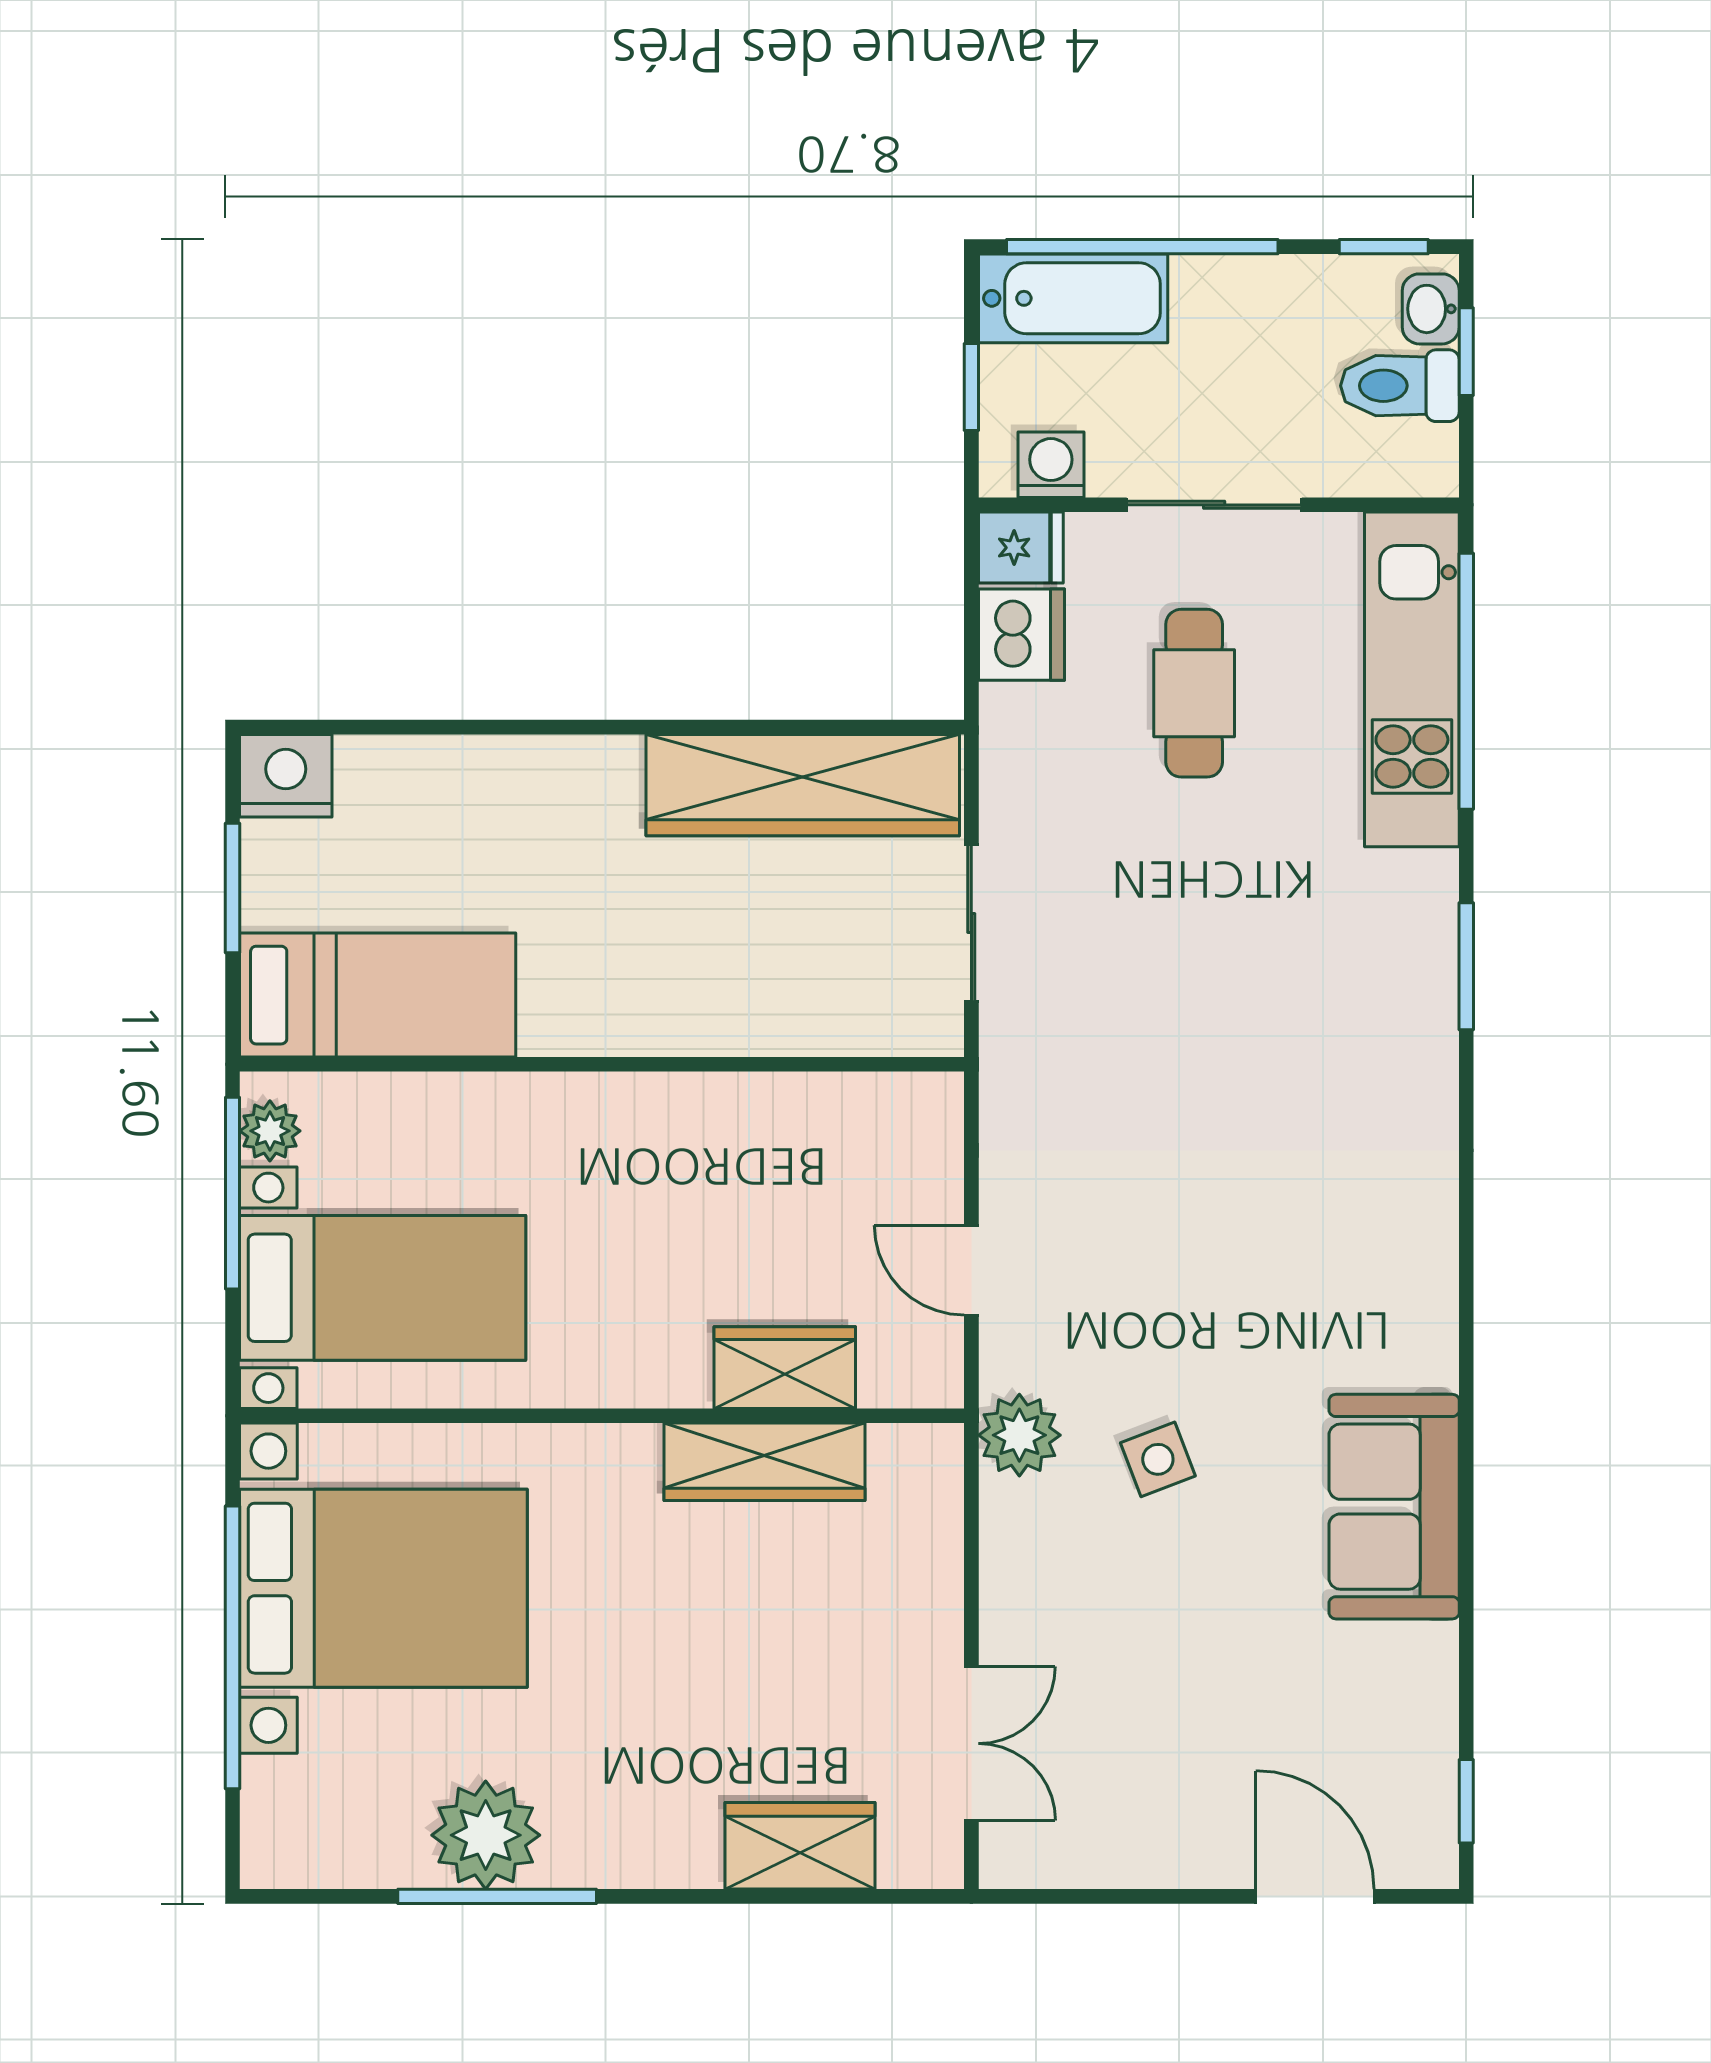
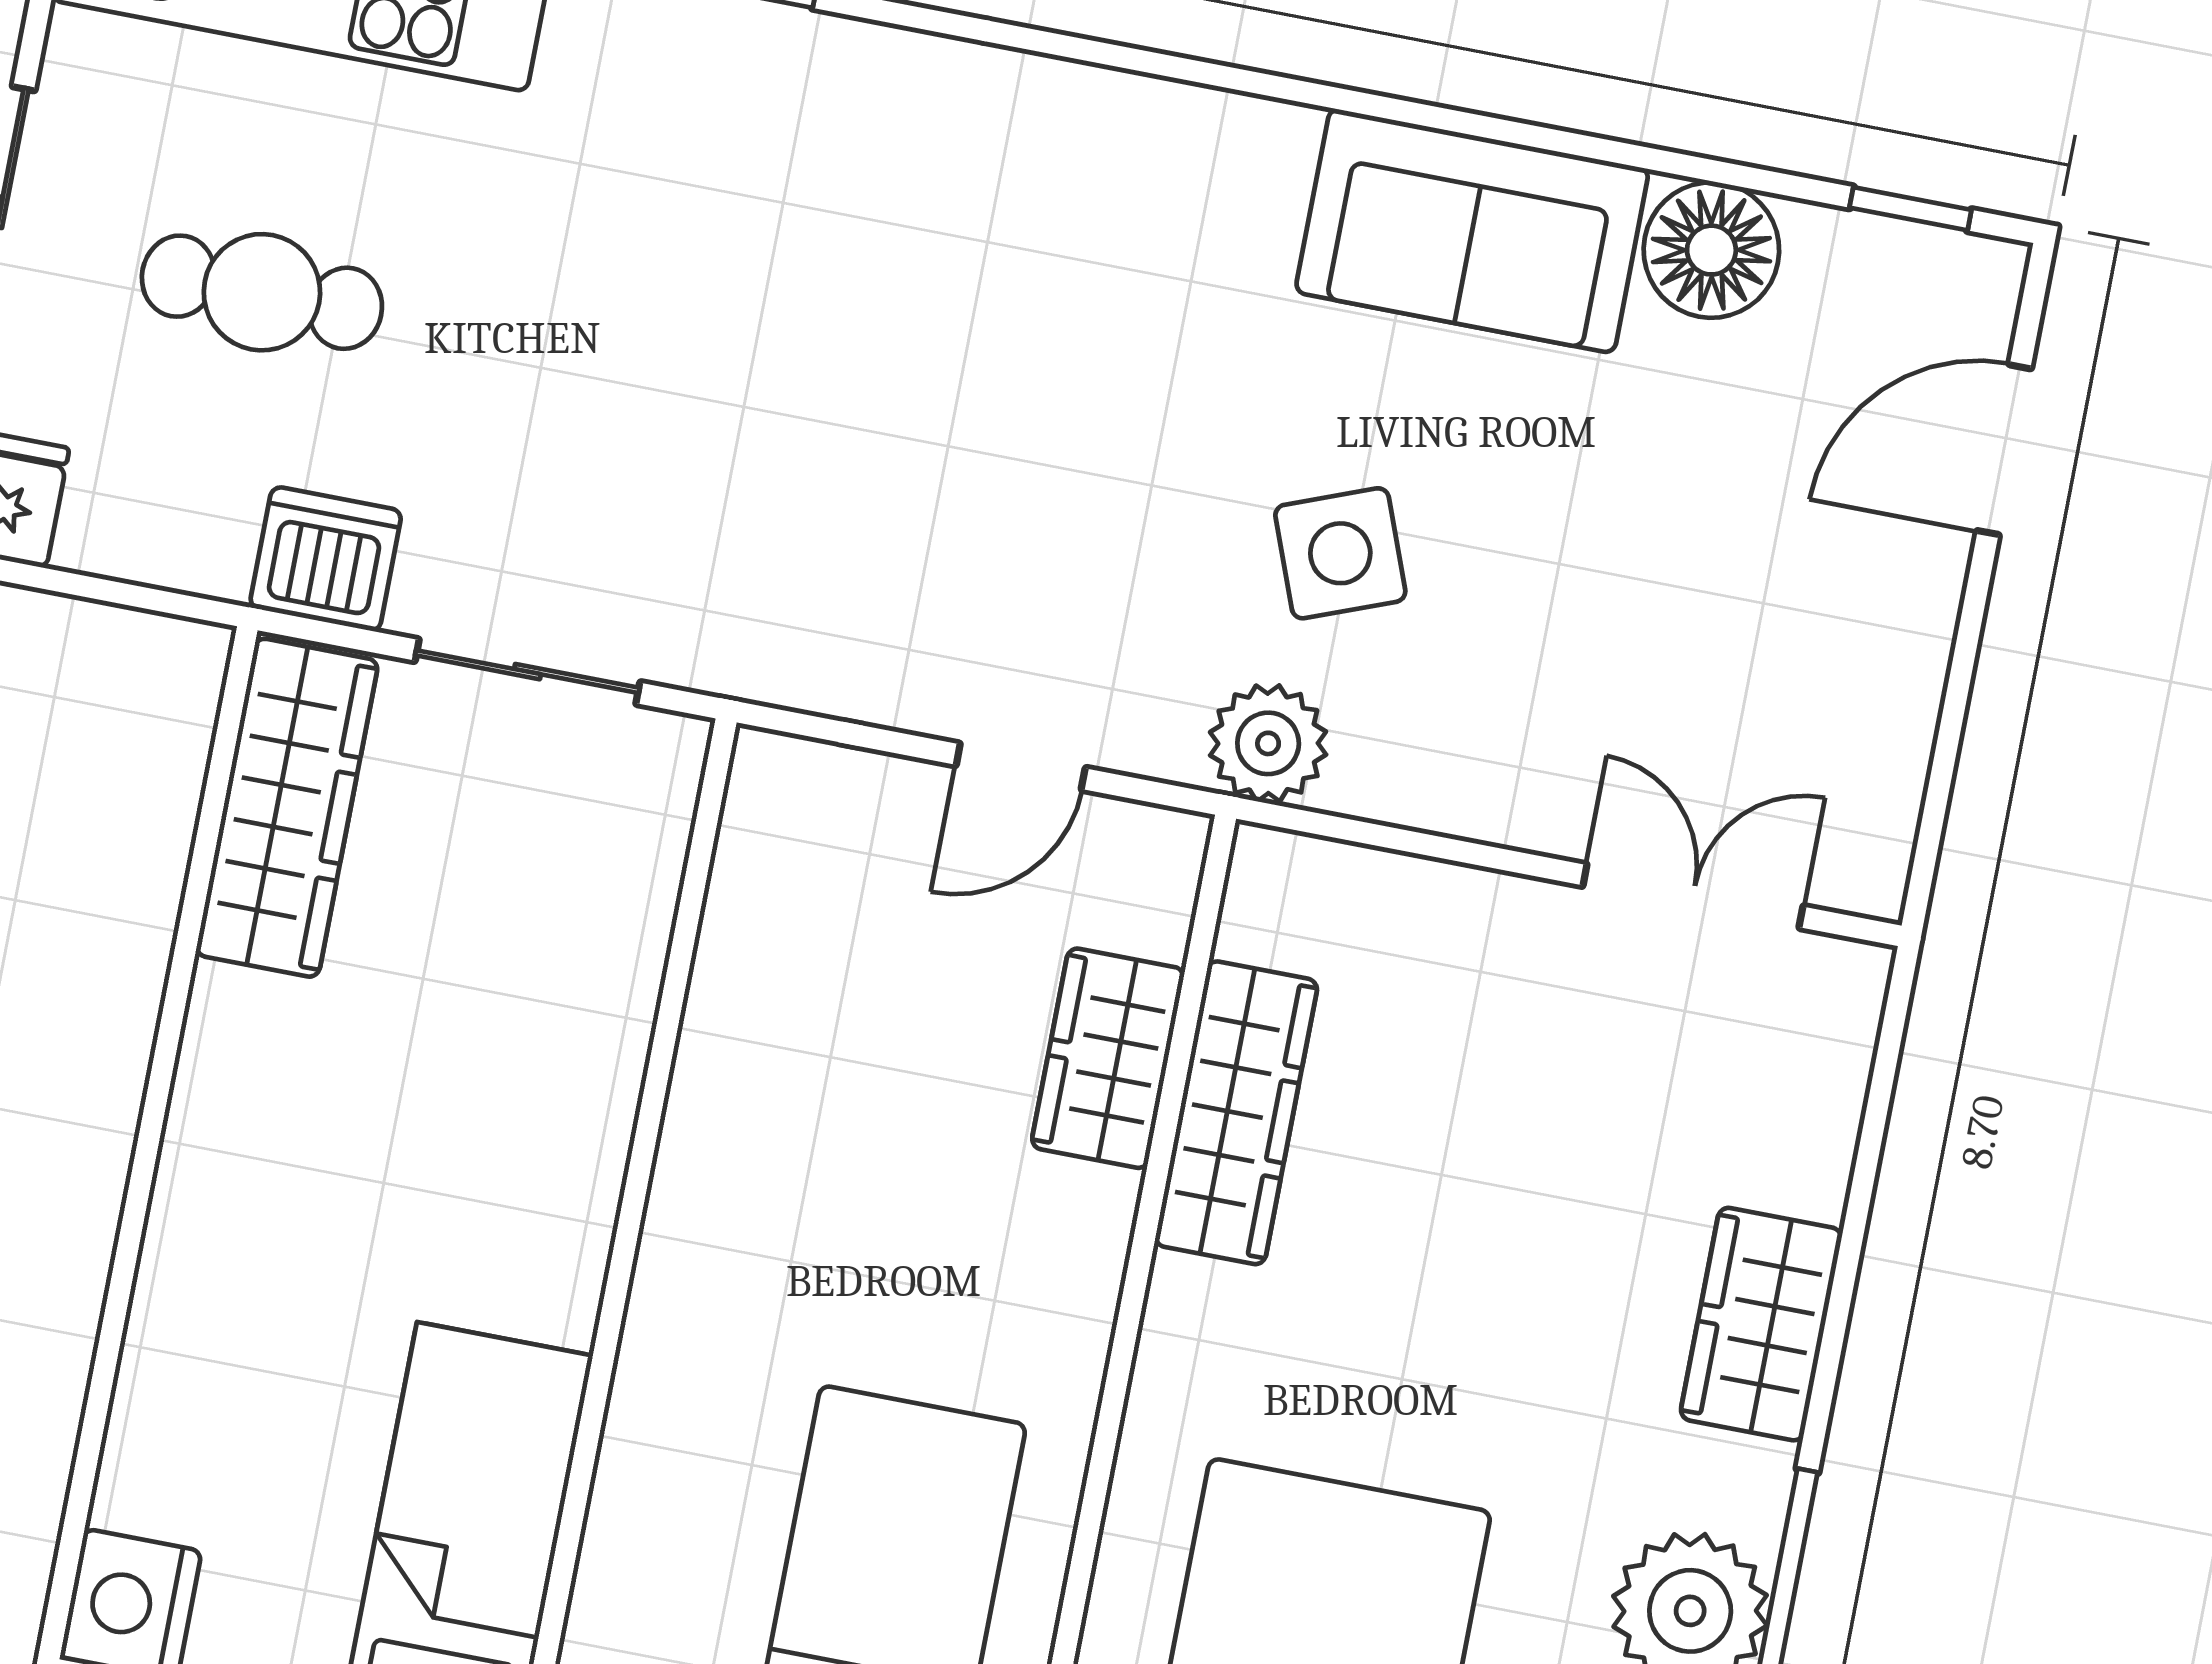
dishwasher: (1021, 635) -> (326, 559), moved
wardrobe: (803, 785) -> (287, 808), width x0.71, depth x0.85
side table: (1158, 1459) -> (1340, 553), width x1.37, depth x1.37
floor lamp: (1412, 1672) -> (1711, 250), added
wardrobe: (800, 1846) -> (1761, 1324), moved

